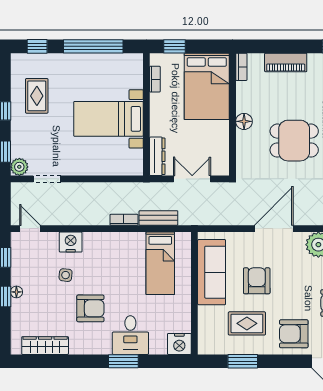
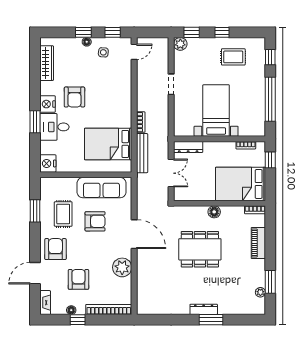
dining table: (294, 141) -> (200, 249), width x1.37
doorway: (47, 179) -> (171, 84), moved
bench: (158, 218) -> (142, 153), width x1.36
nightstand: (71, 242) -> (47, 104), moved, turned 180
bed: (160, 263) -> (108, 144), width x1.50
side table: (66, 275) -> (103, 52), moved

